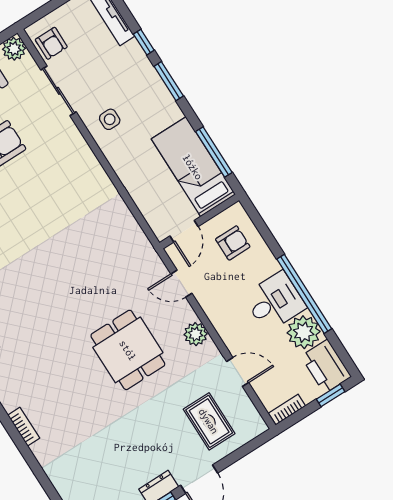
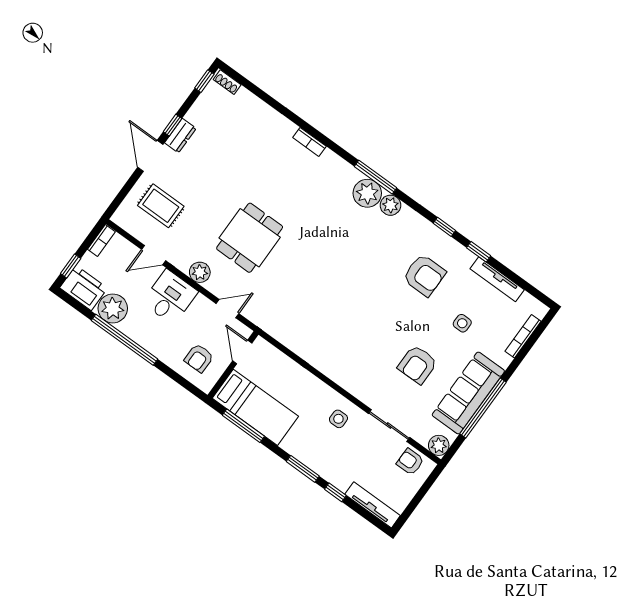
desk: (275, 302) -> (170, 297), moved, turned 180
dining table: (128, 350) -> (250, 238), turned 90

